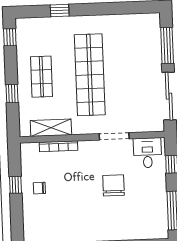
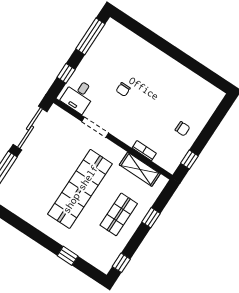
bookcase: (59, 146) -> (144, 151), width x0.64
window: (15, 185) -> (189, 160), moved
chair: (114, 185) -> (123, 89), width x0.54, depth x0.54

